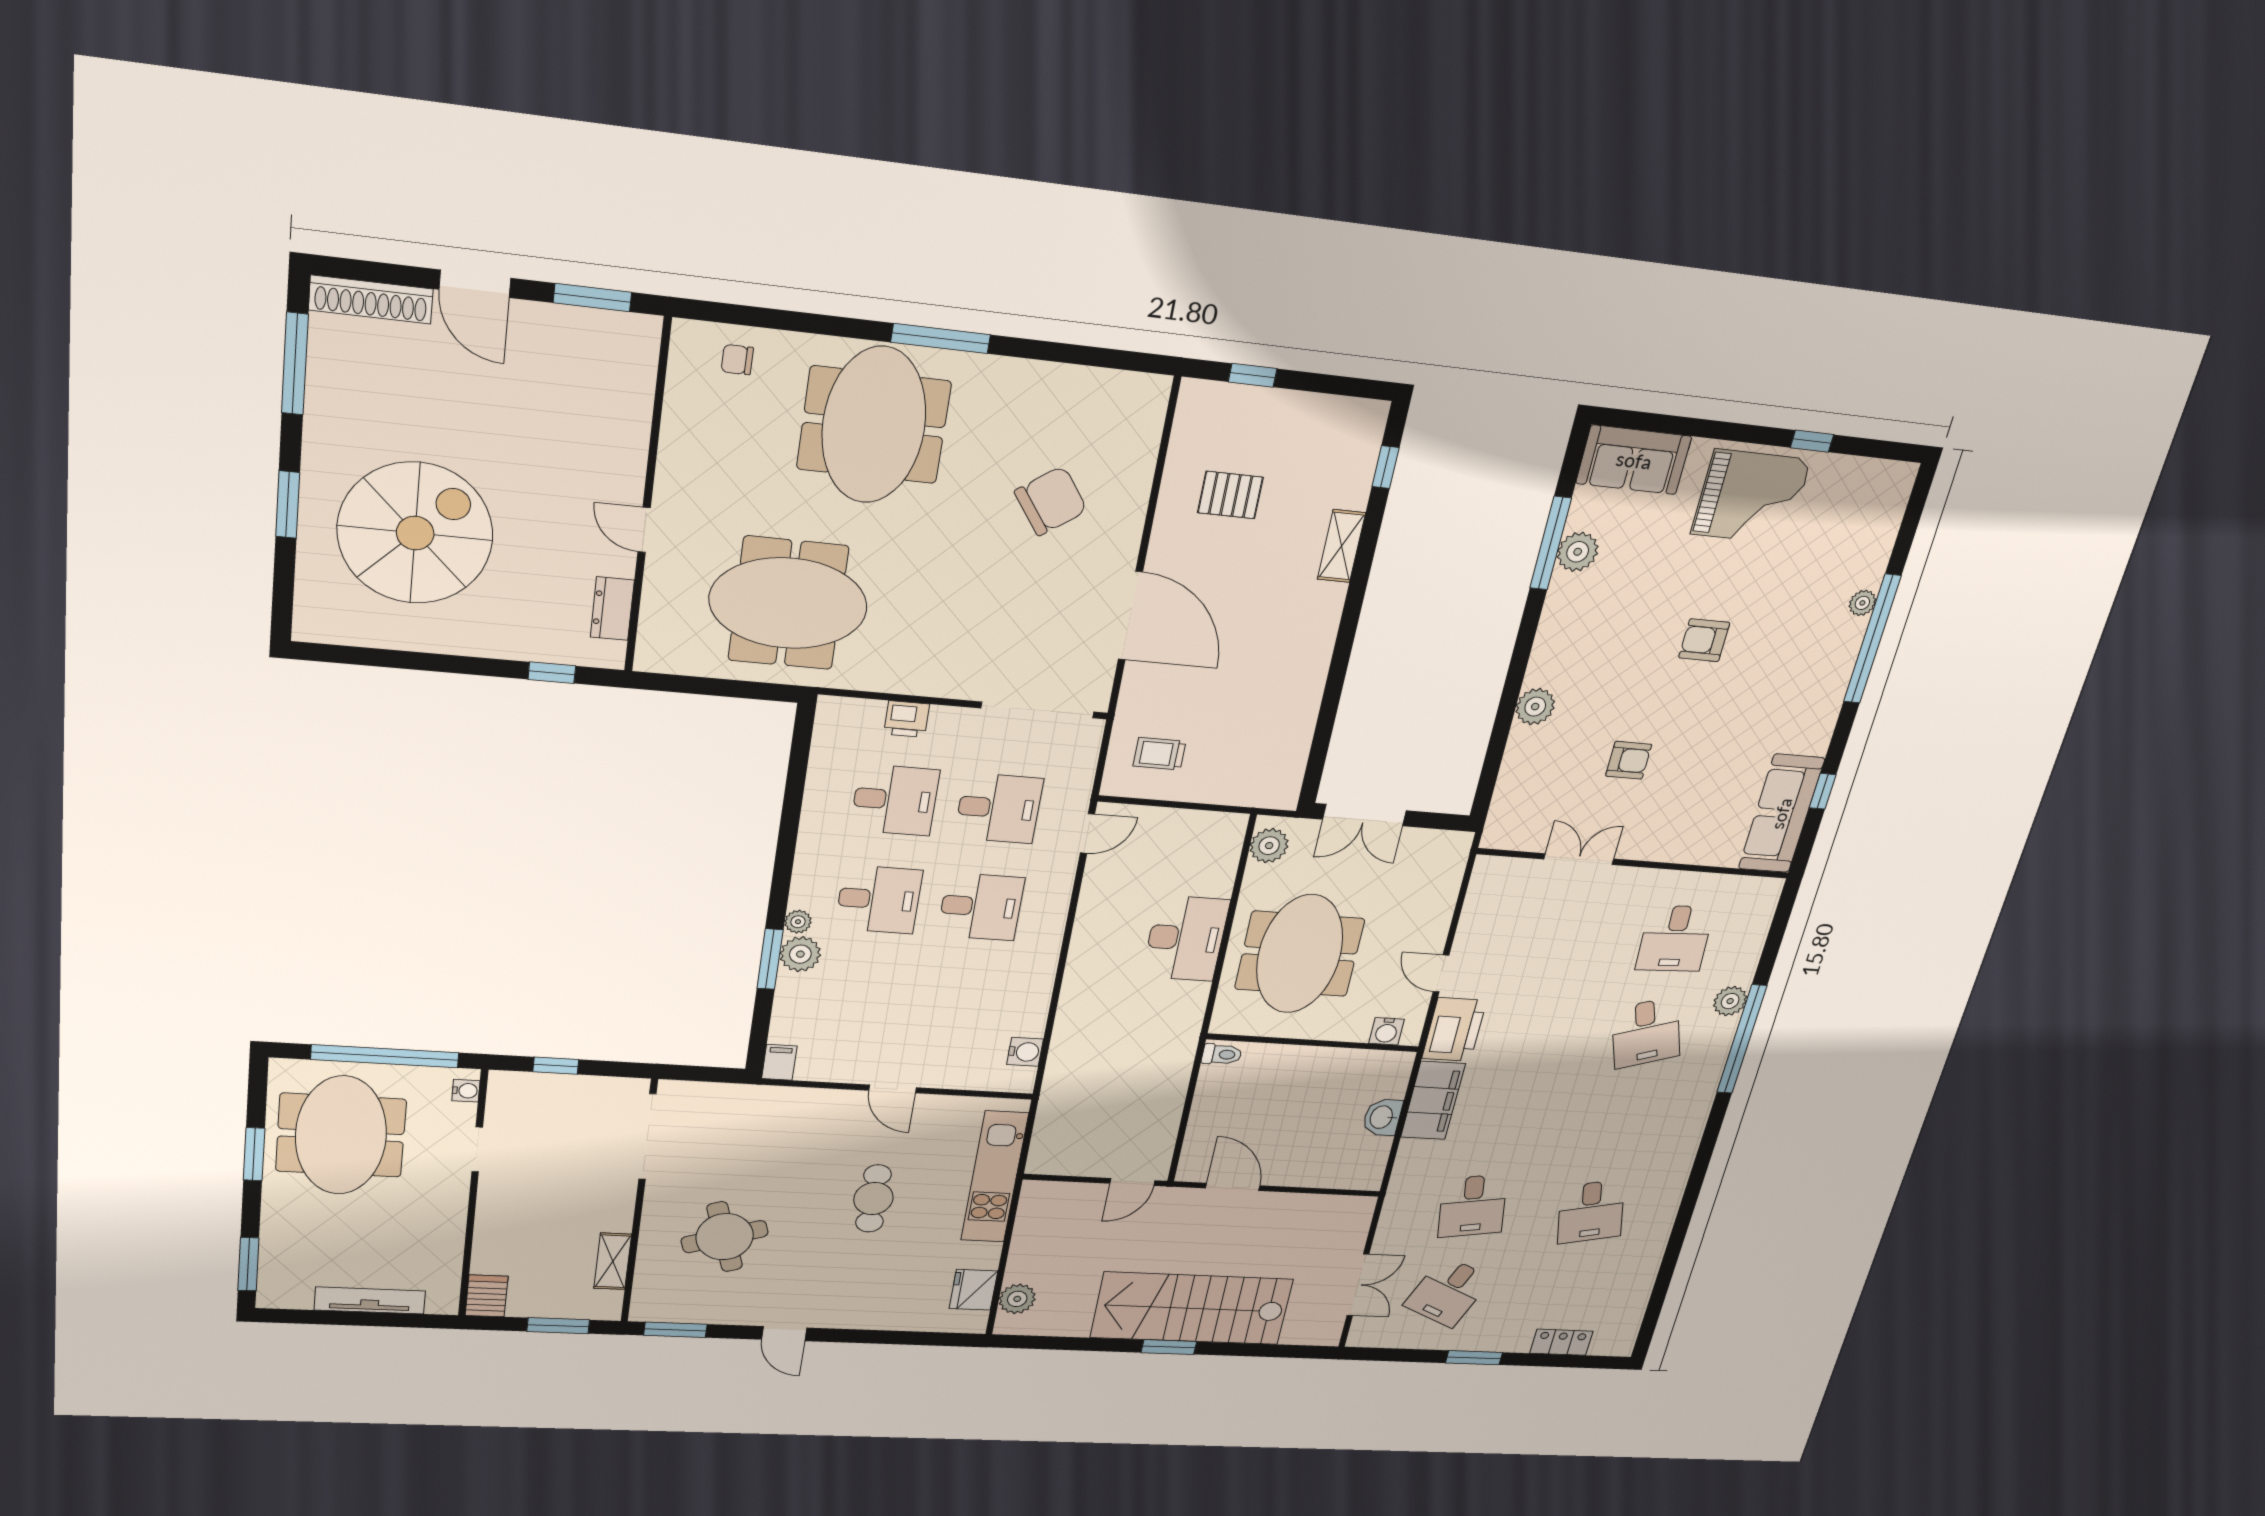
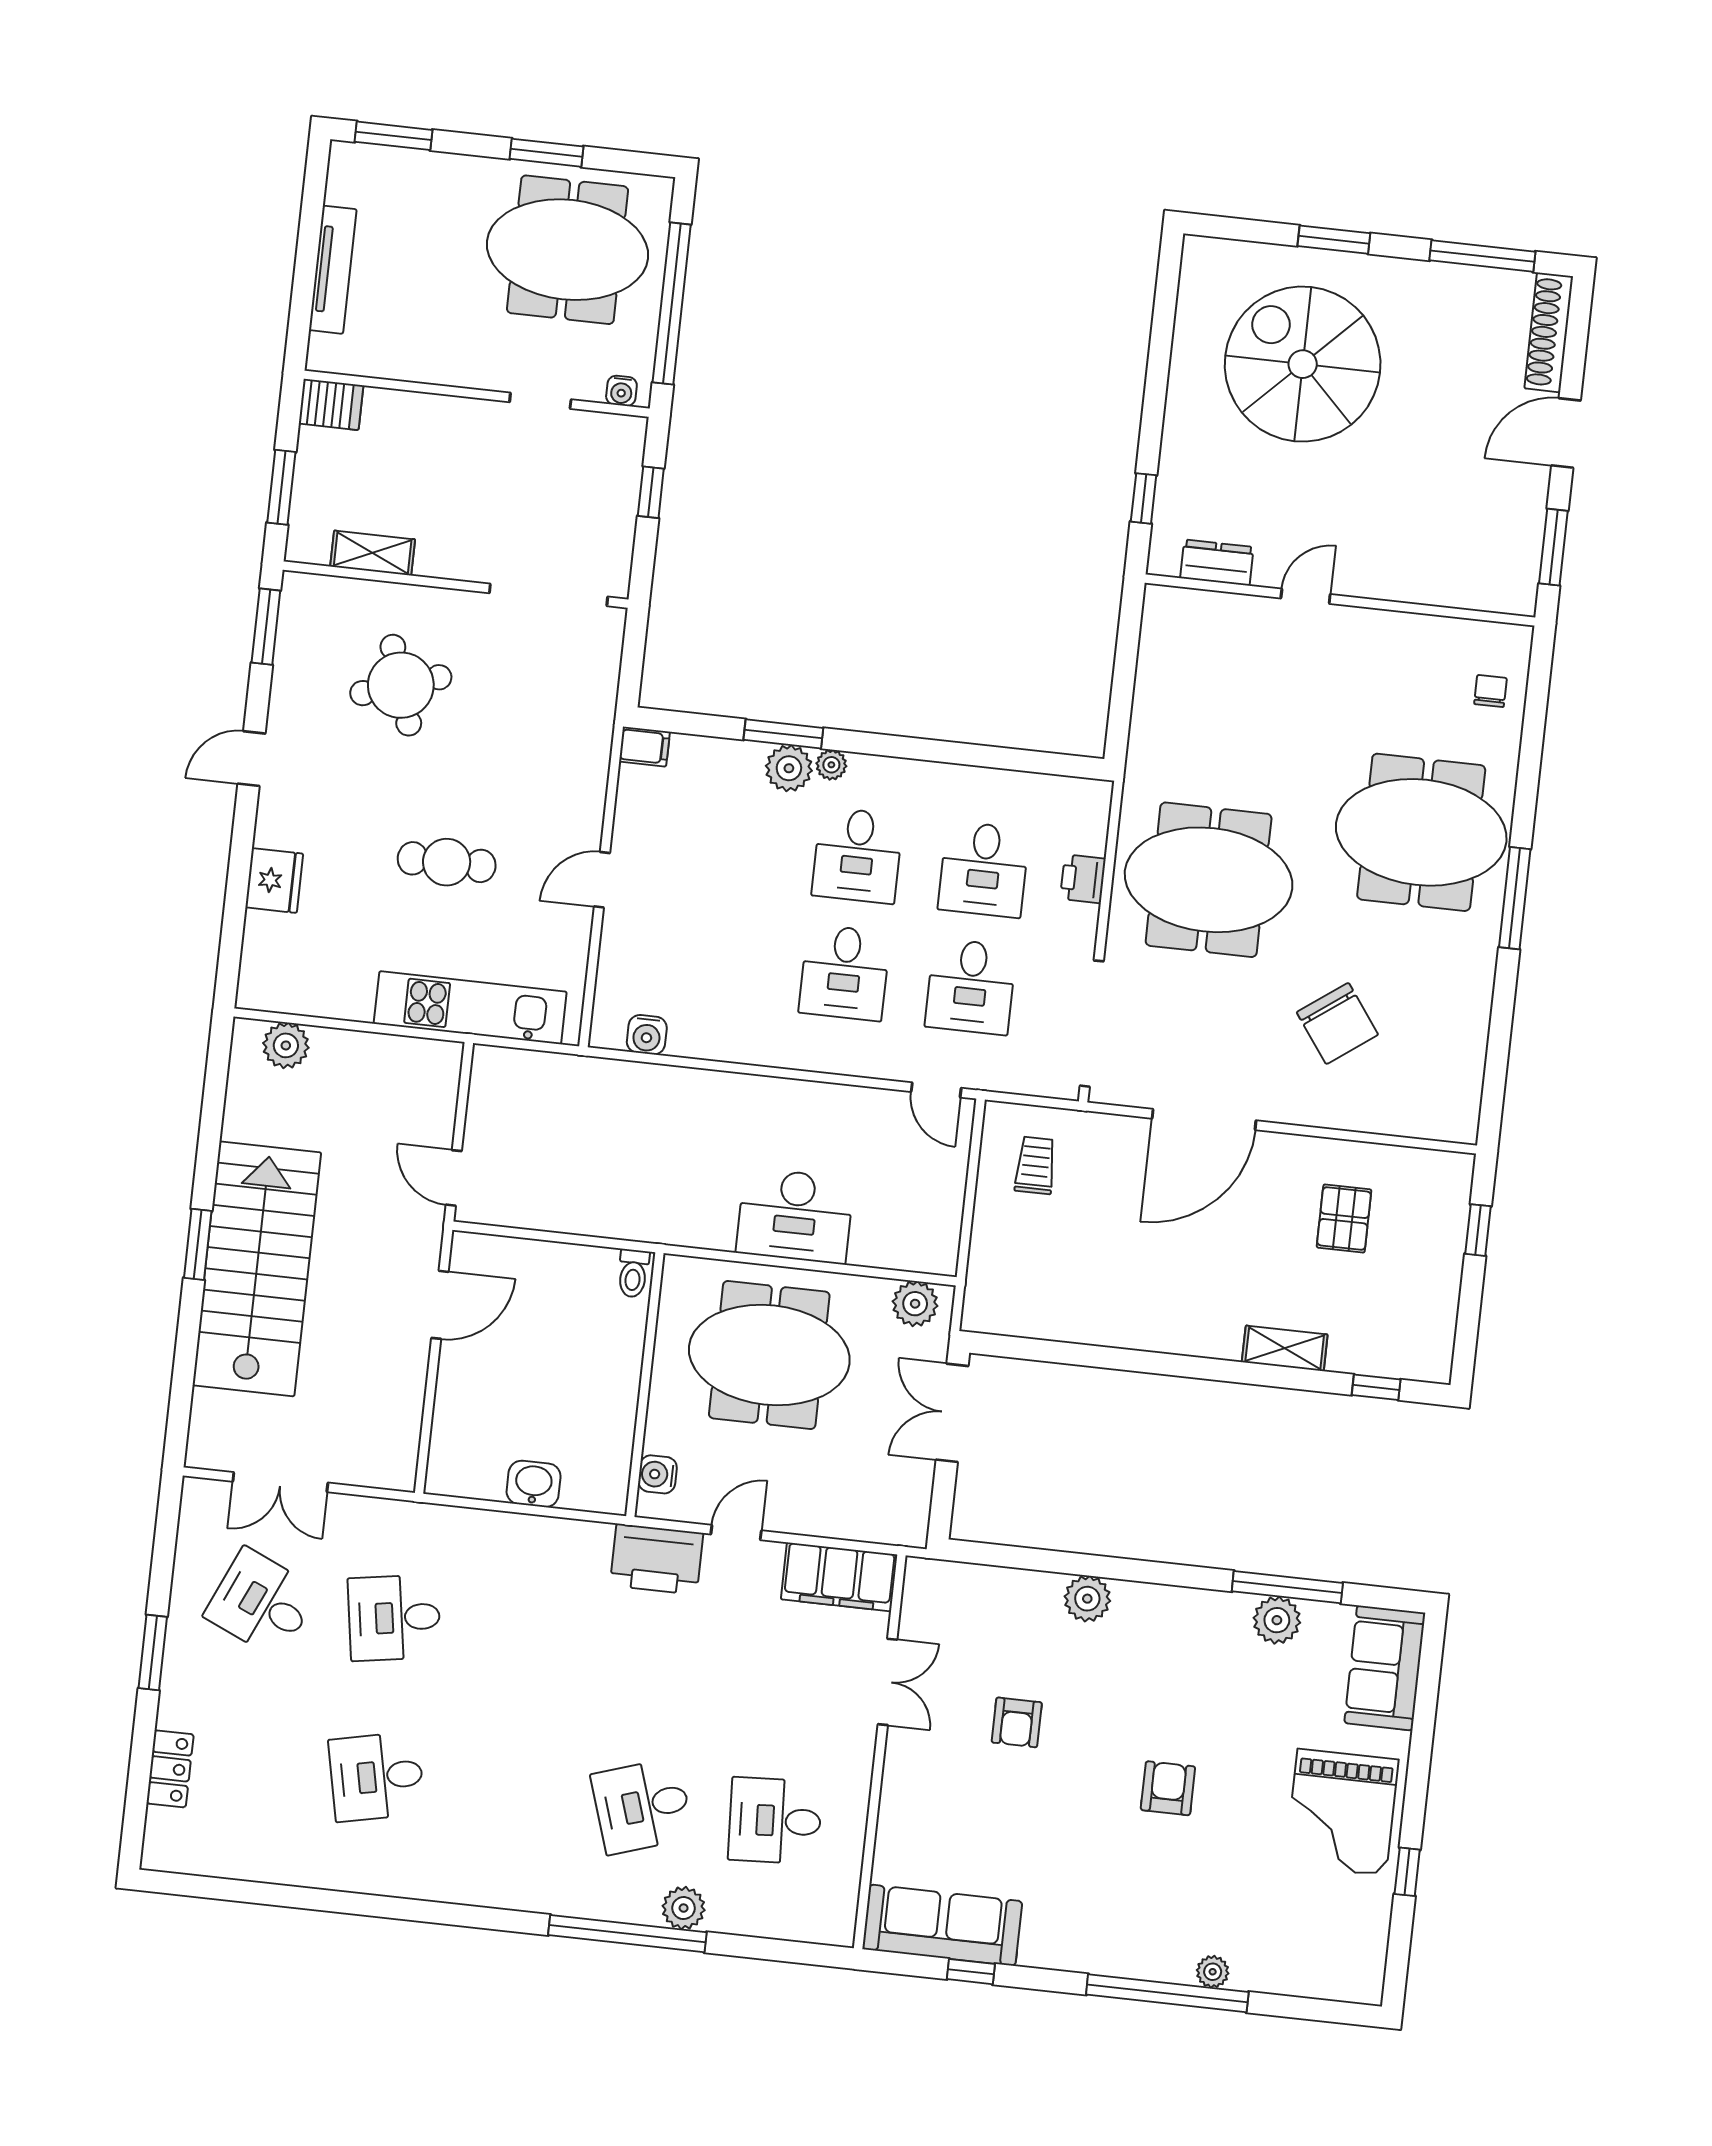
spiral stairs: (415, 533) -> (1303, 364), turned 180
meeting table: (788, 603) -> (1209, 880), moved, turned 90
filing cabinet: (1433, 1100) -> (839, 1577), moved
fridge: (973, 1290) -> (274, 880), moved, turned 90

